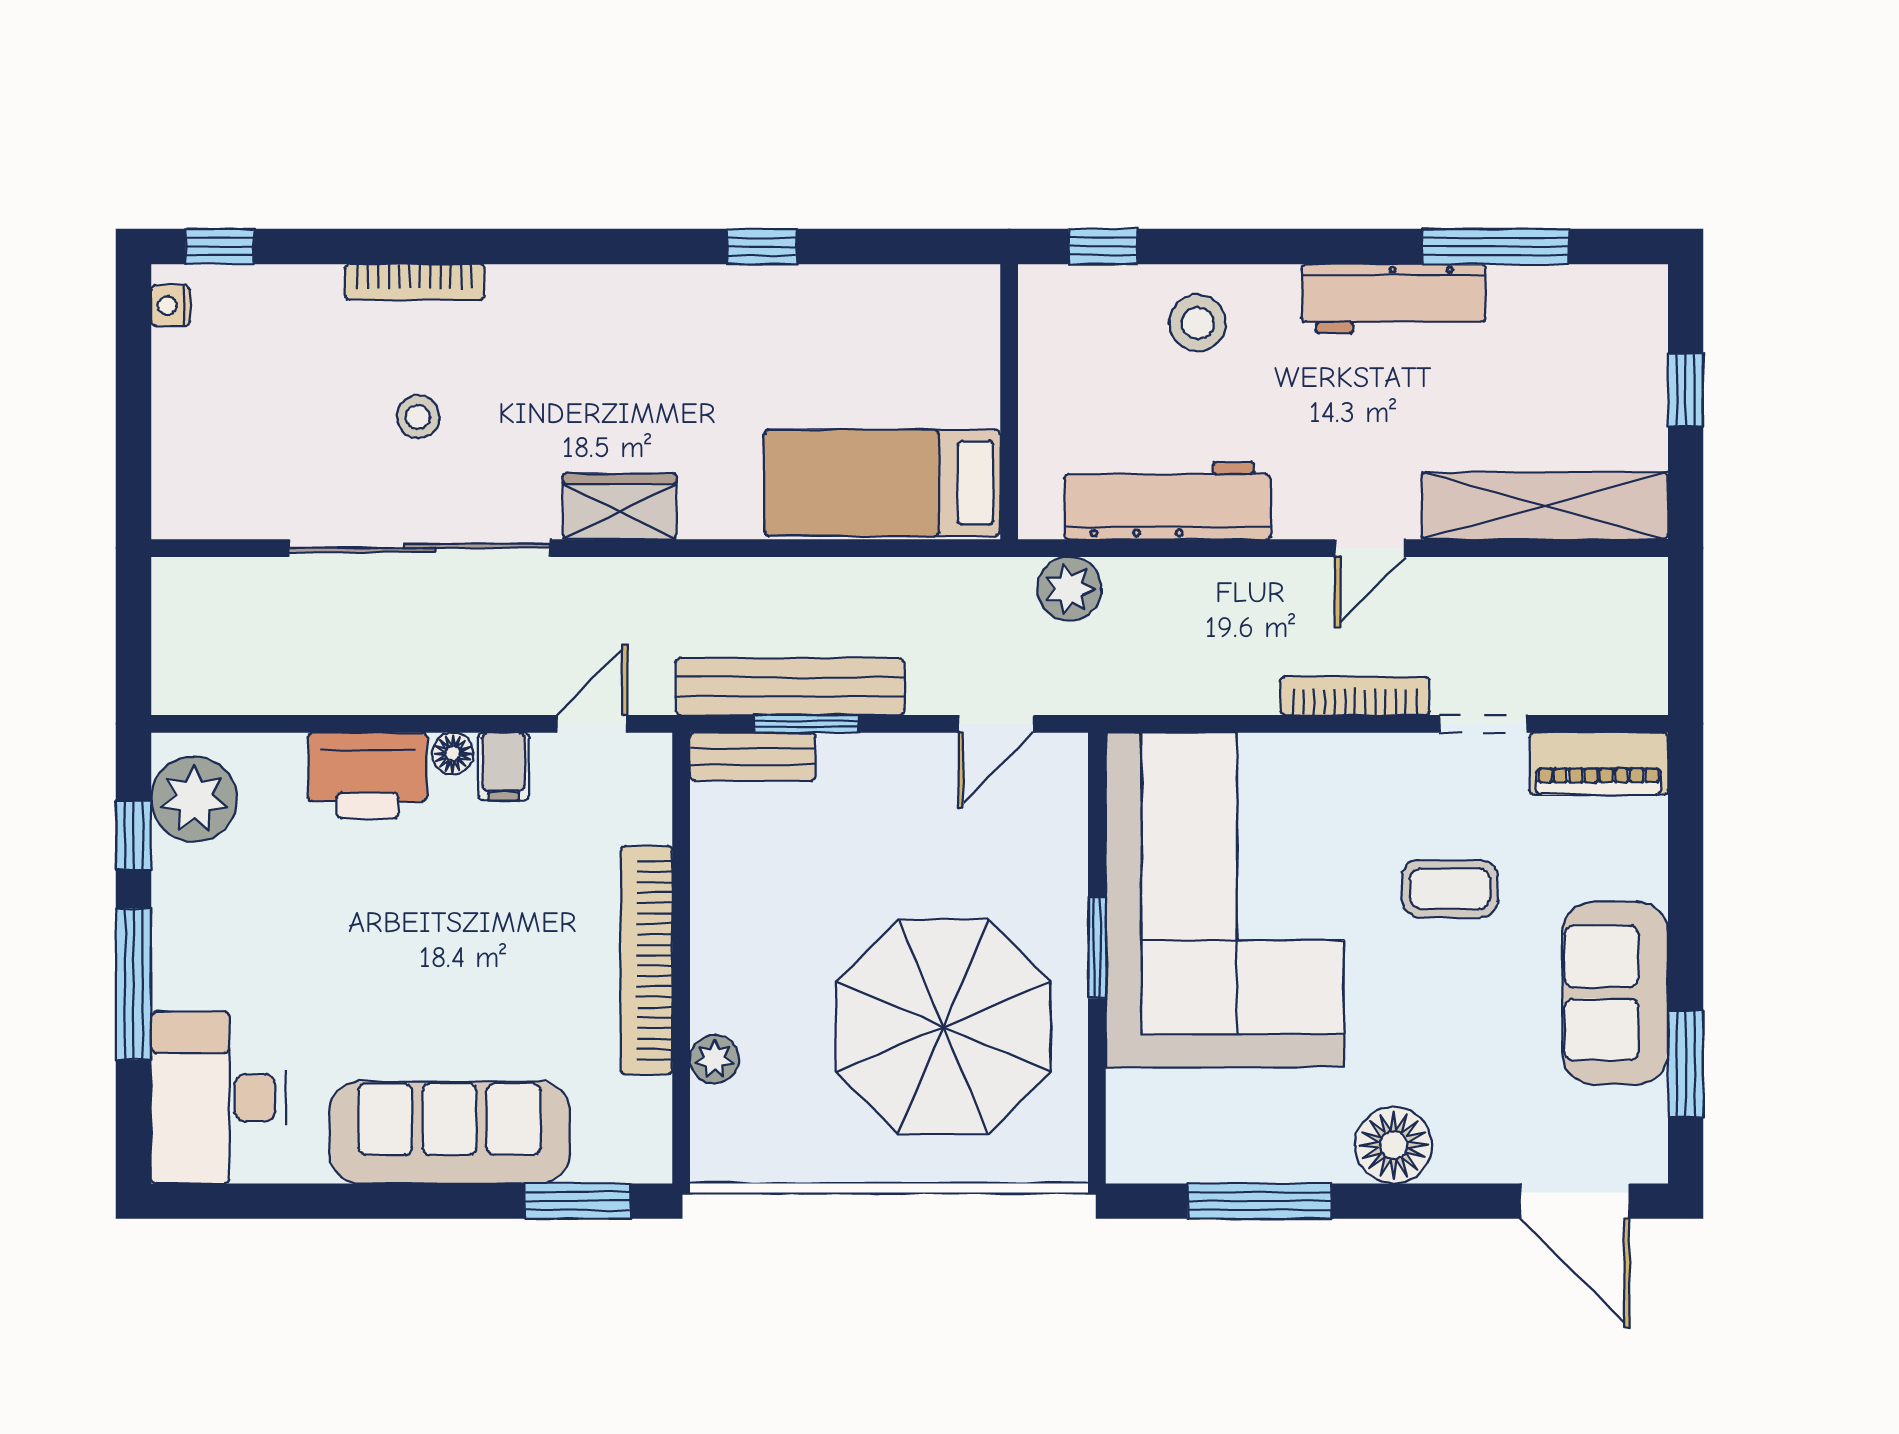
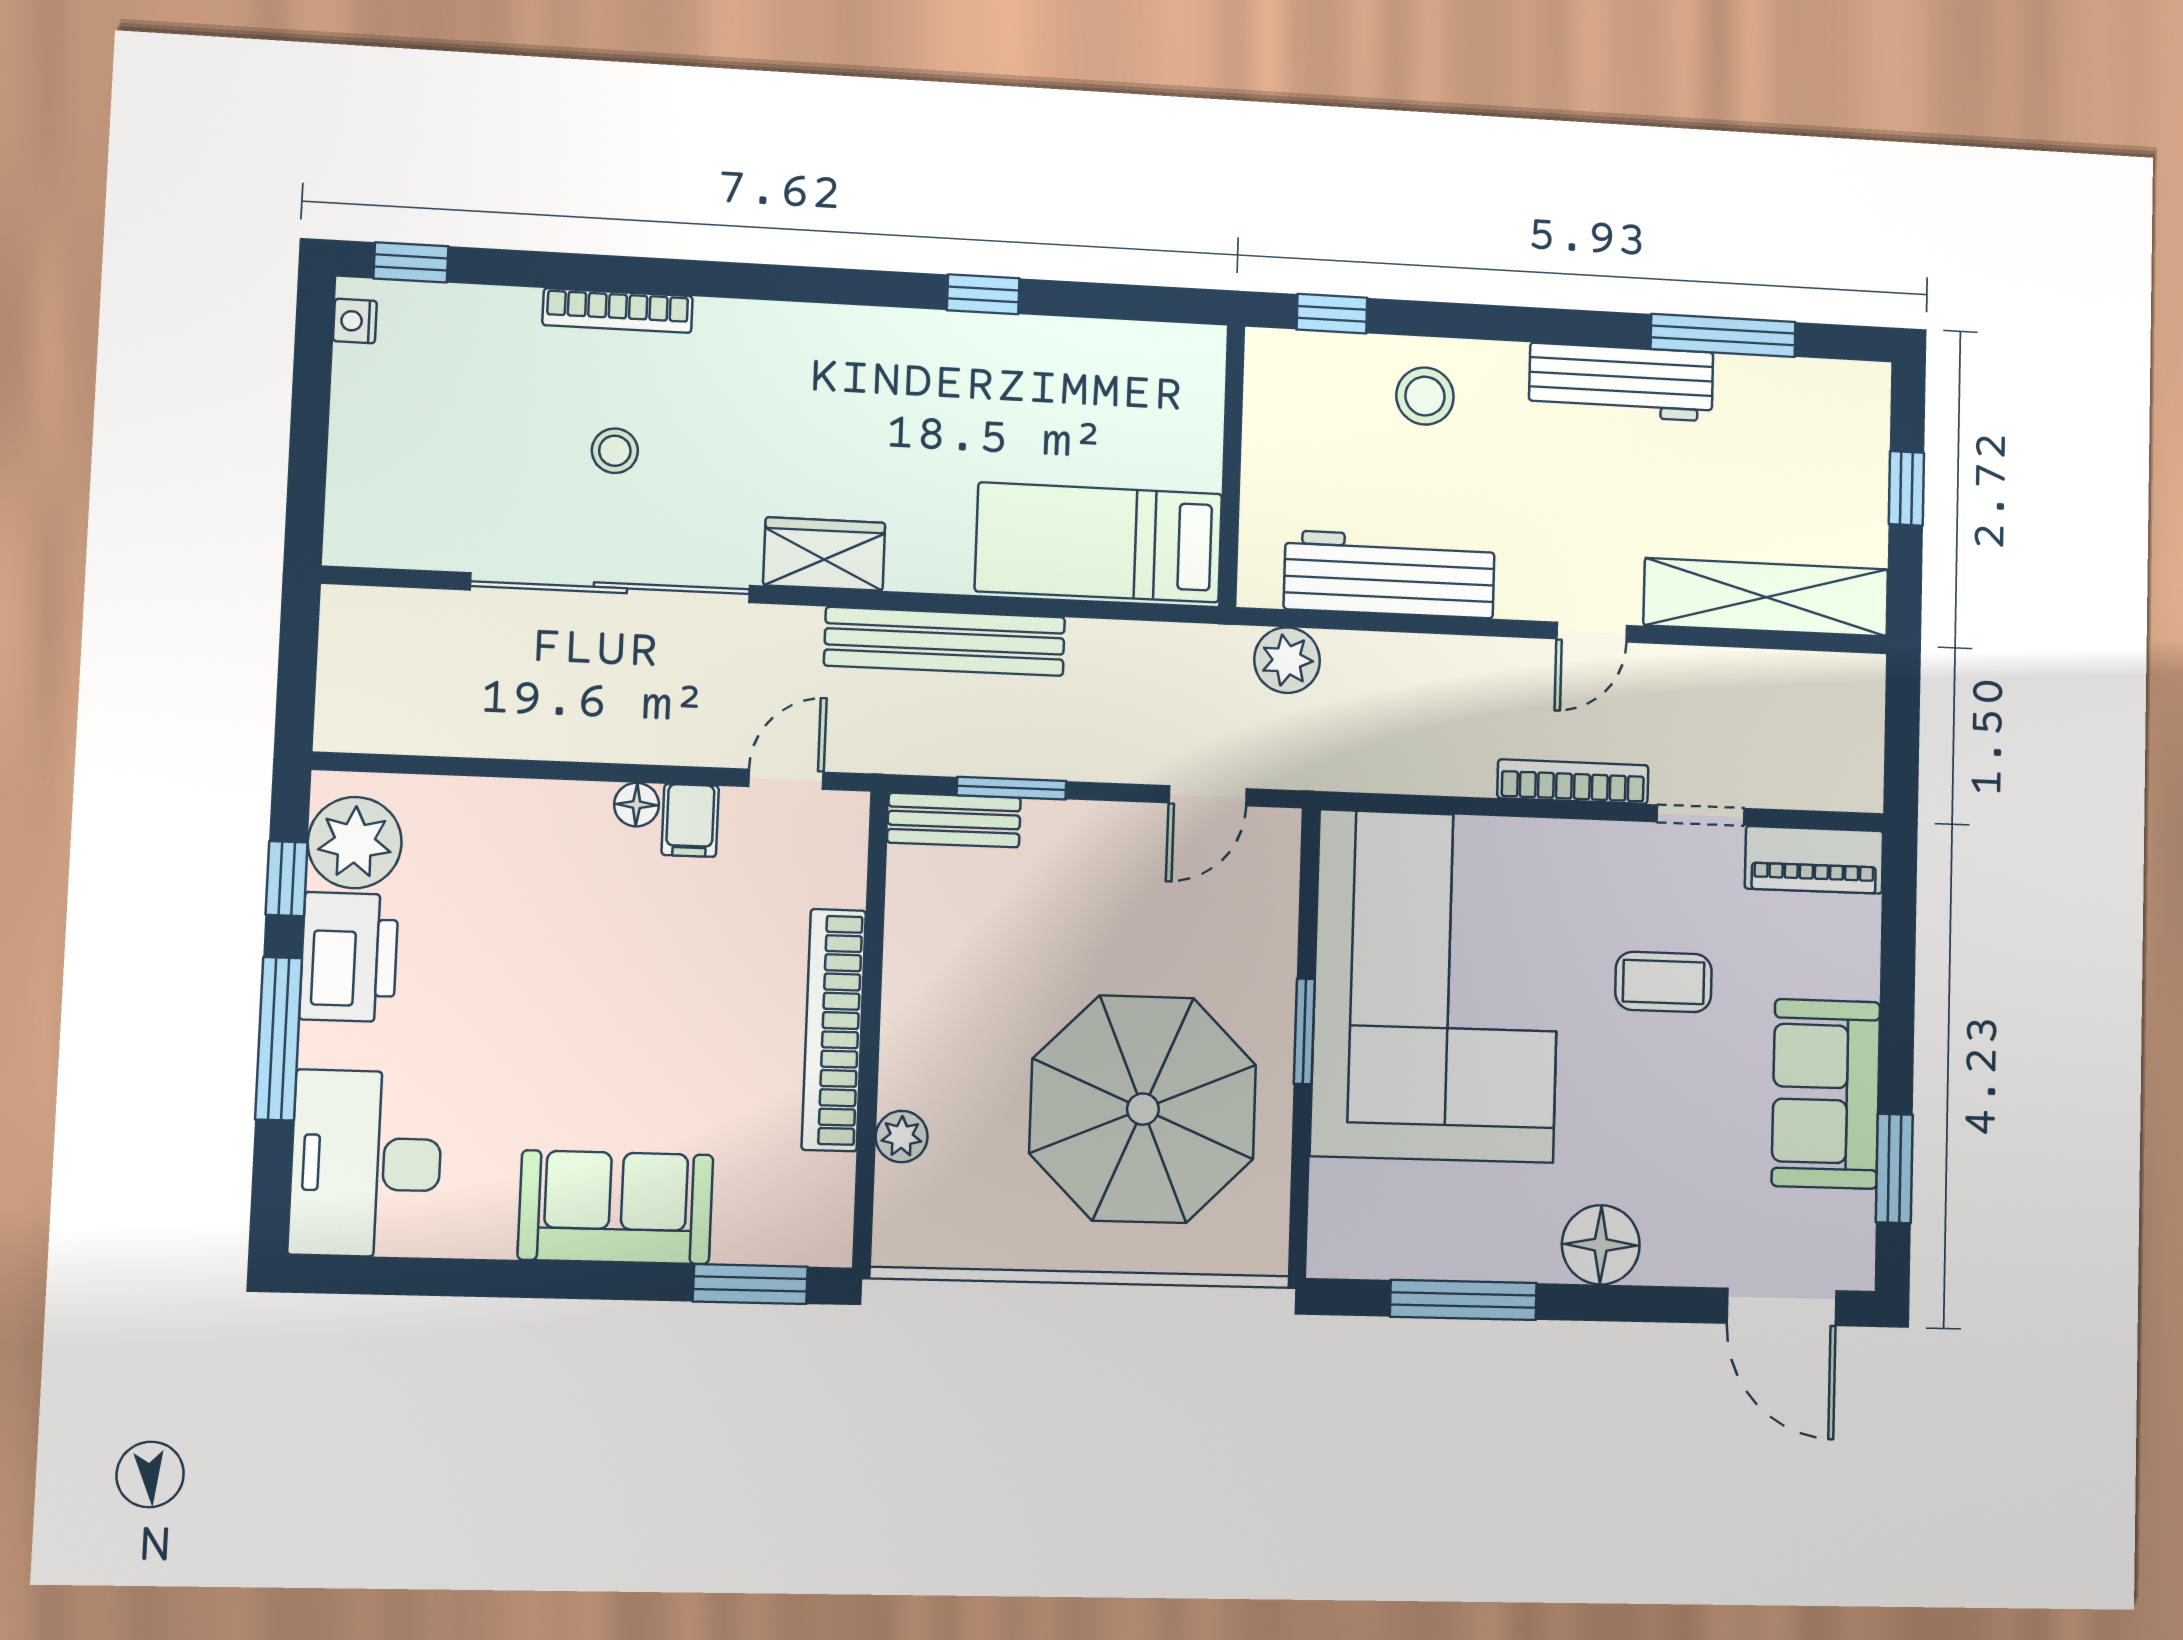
bench: (790, 687) -> (945, 641), moved
printer: (368, 775) -> (349, 957), moved, turned -90
sofa: (450, 1132) -> (616, 1207), width x0.73

